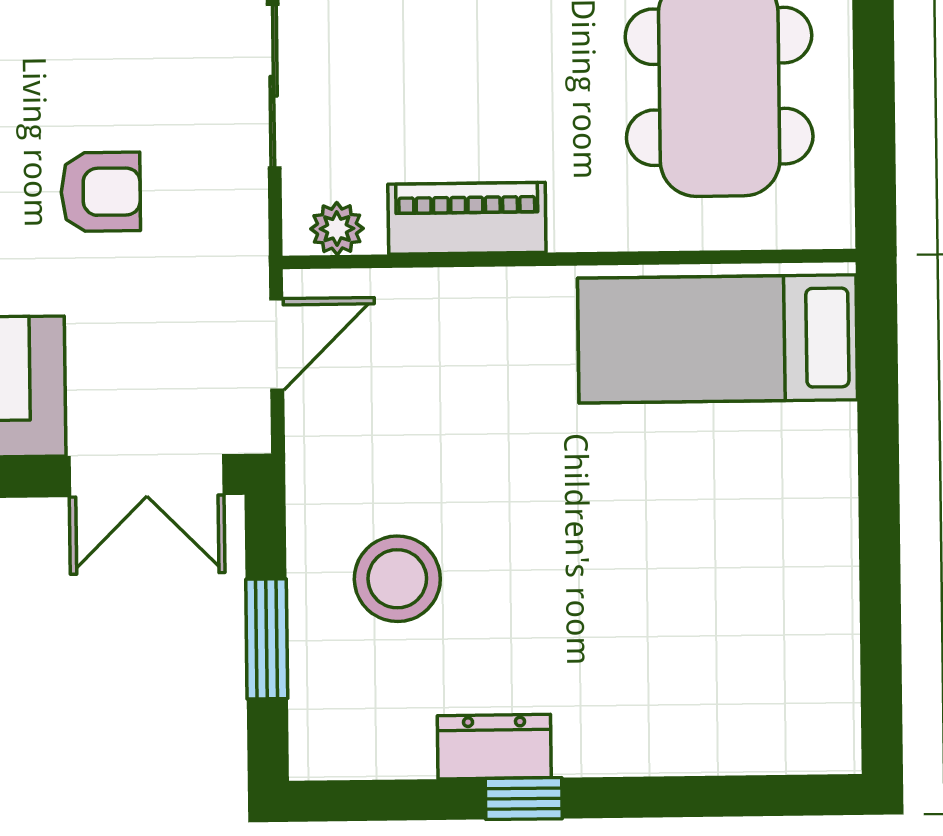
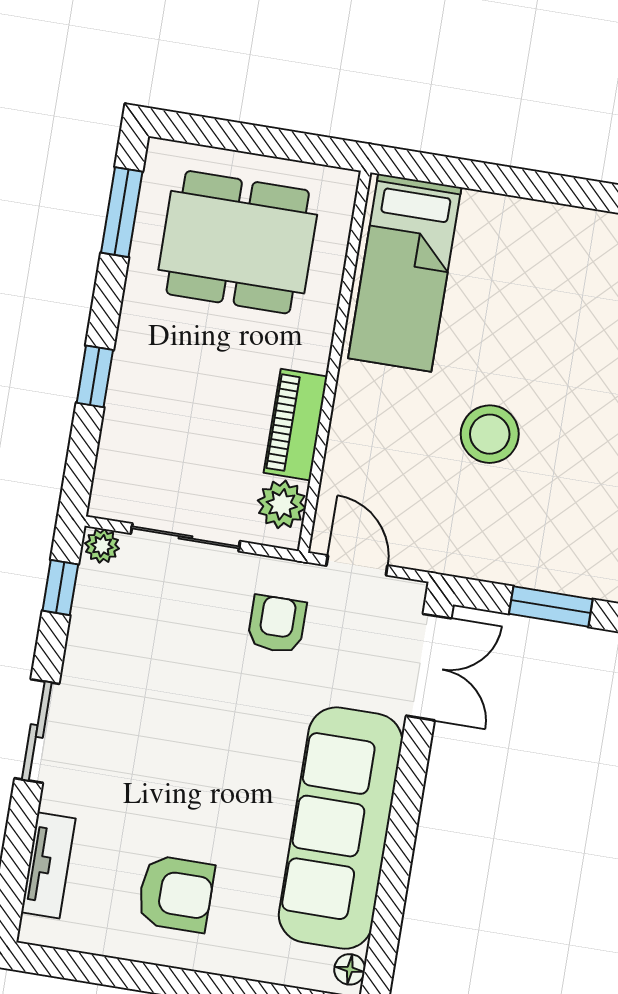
armchair: (101, 192) -> (277, 624), moved
plant: (337, 229) -> (282, 504), width x1.38, depth x1.38
stool: (397, 579) -> (490, 434), moved

